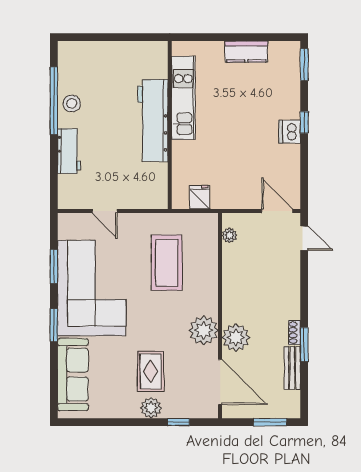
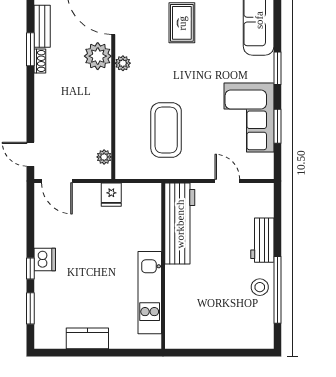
window: (304, 65) -> (30, 308), moved
workbench: (153, 121) -> (180, 224), moved
fridge: (200, 197) -> (111, 195), moved
corner sofa: (92, 288) -> (249, 118), width x0.73, depth x0.74
plant: (204, 330) -> (123, 63), width x0.53, depth x0.53

